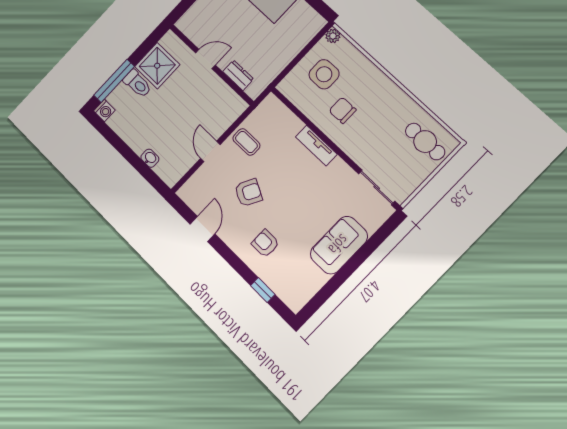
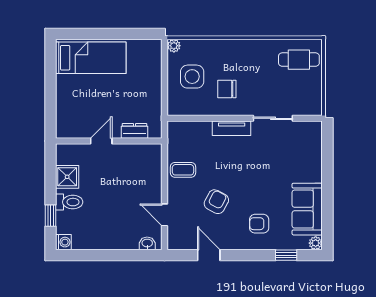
shower: (157, 66) -> (67, 177), width x0.73, depth x0.73
window: (114, 81) -> (50, 216), width x0.46
door: (210, 151) -> (165, 215), moved
washbasin: (150, 158) -> (147, 243), moved
sliding door: (377, 187) -> (273, 118), moved
sofa: (339, 245) -> (307, 209), moved
plant: (295, 304) -> (316, 243), added

